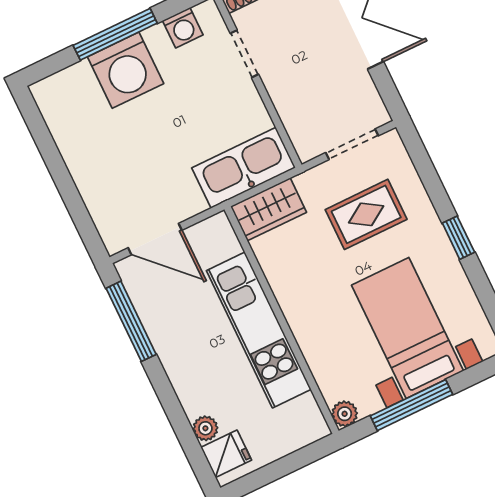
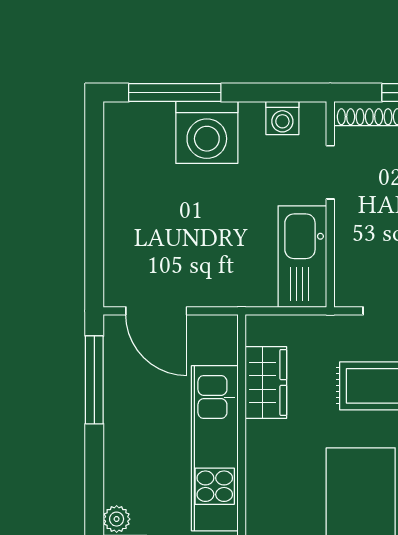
window: (115, 34) -> (175, 93), moved
kitchen sink: (244, 168) -> (302, 257), moved, turned -90
wardrobe: (269, 209) -> (266, 382), moved, turned -90

